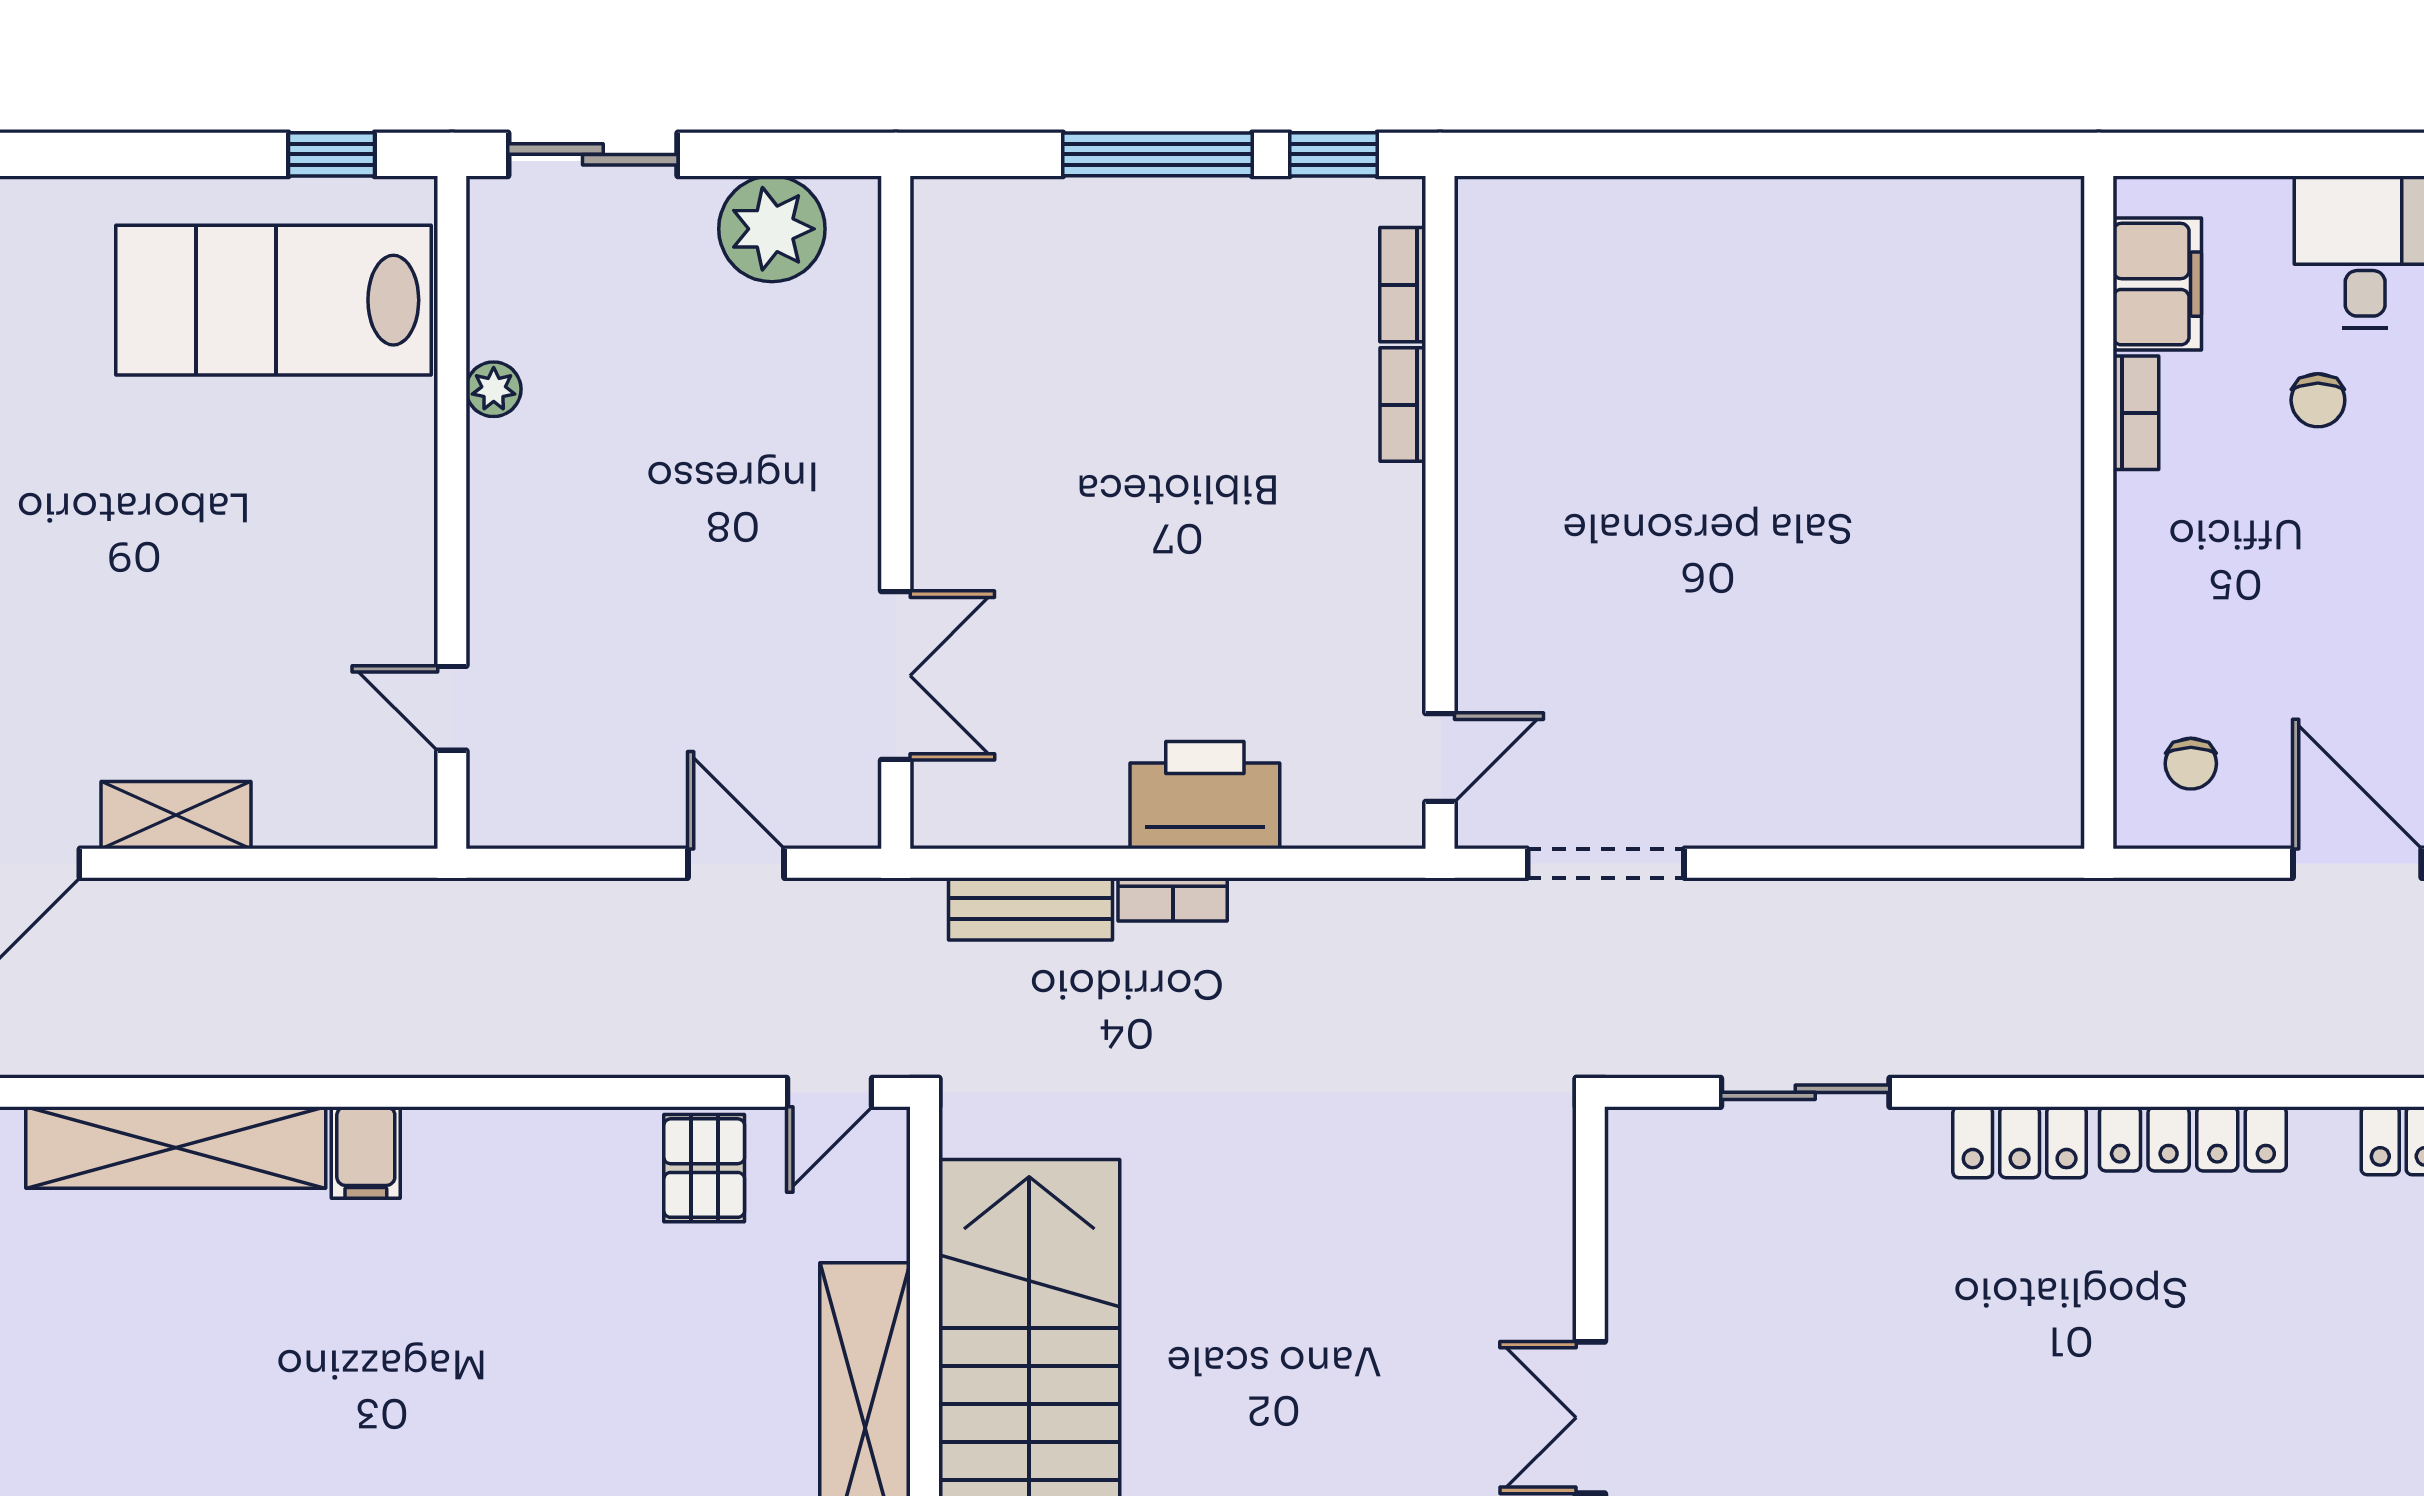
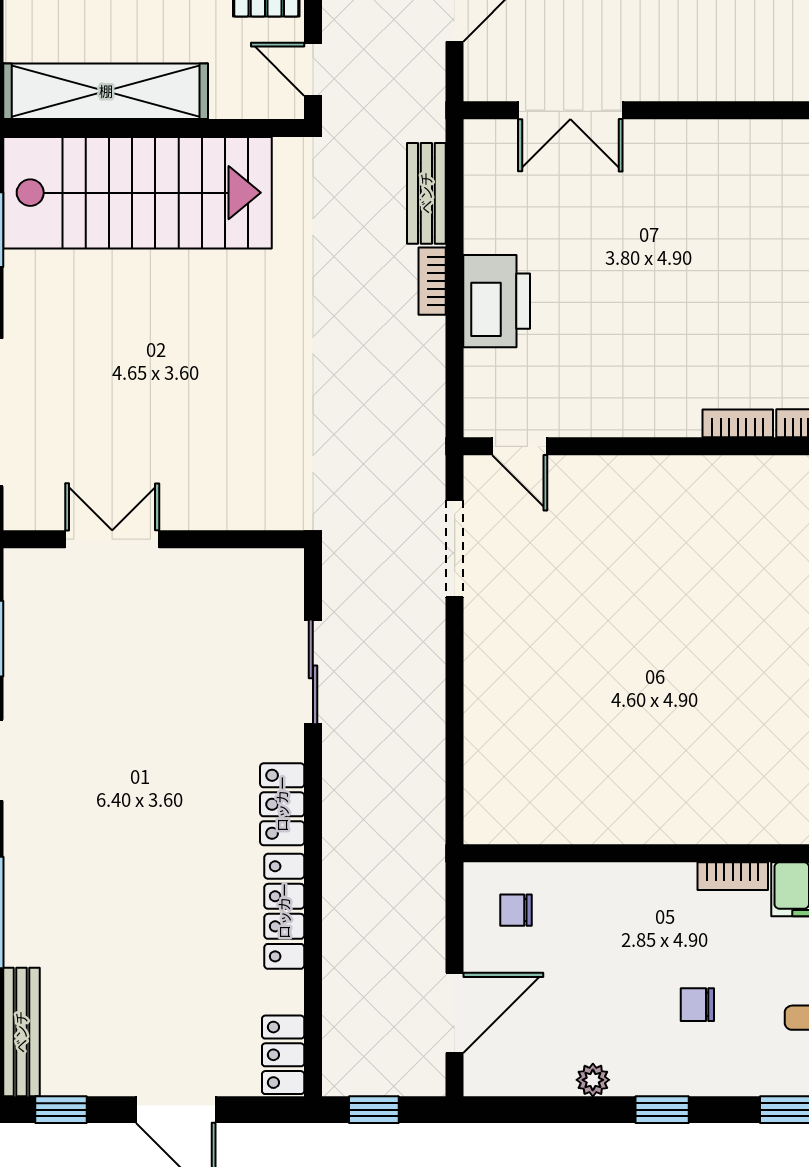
chair: (2318, 400) -> (697, 1005), moved

